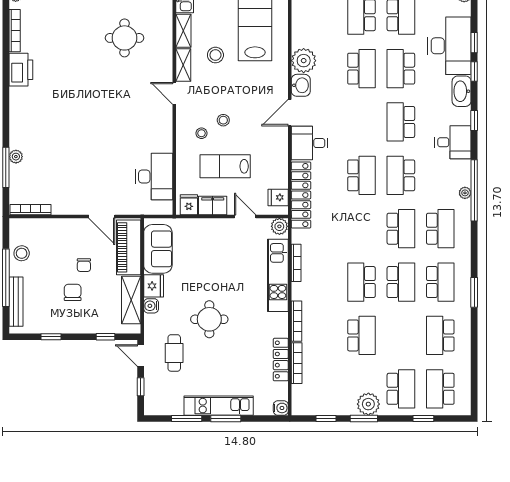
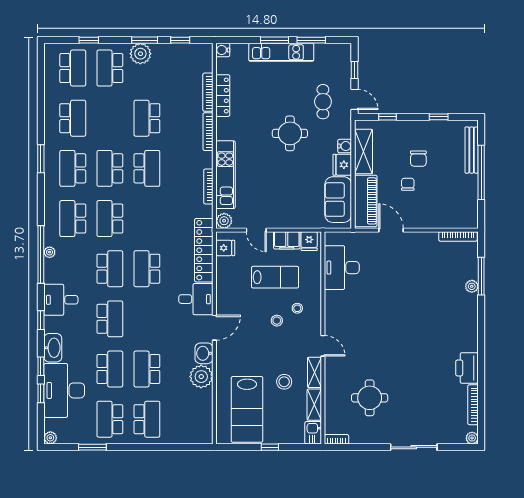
stool: (22, 253) -> (466, 195), removed

